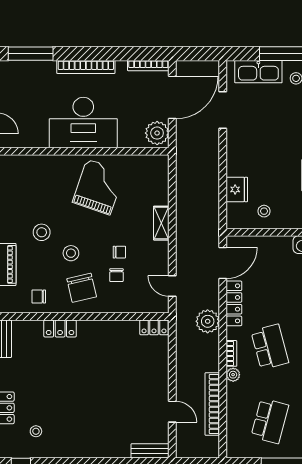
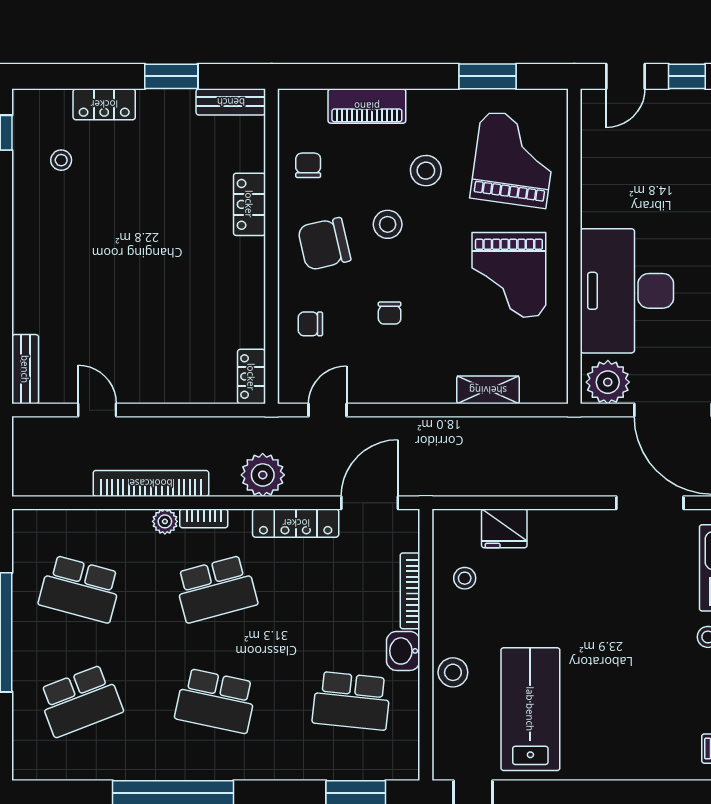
desk: (83, 123) -> (627, 291), moved
grand piano: (36, 184) -> (514, 160), added
grand piano: (99, 187) -> (509, 275), turned 71
shelving: (161, 223) -> (488, 390), moved
bookcase: (271, 241) -> (410, 591), added
door: (223, 263) -> (370, 503), swing flipped
chair: (116, 275) -> (310, 324), moved
bookcase: (212, 404) -> (151, 483), moved
door: (172, 412) -> (97, 410), swing flipped

